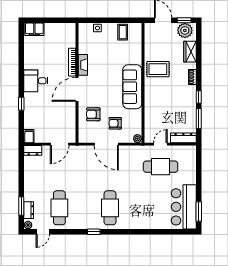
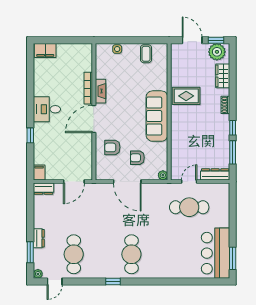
dresser: (29, 210) -> (39, 238), moved

